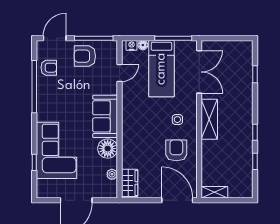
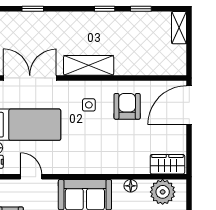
floor lamp: (108, 149) -> (131, 186), width x0.53, depth x0.53
armchair: (176, 150) -> (127, 106), turned 90
plant: (112, 174) -> (163, 192), width x1.88, depth x1.88
shelving: (214, 192) -> (179, 28), moved

